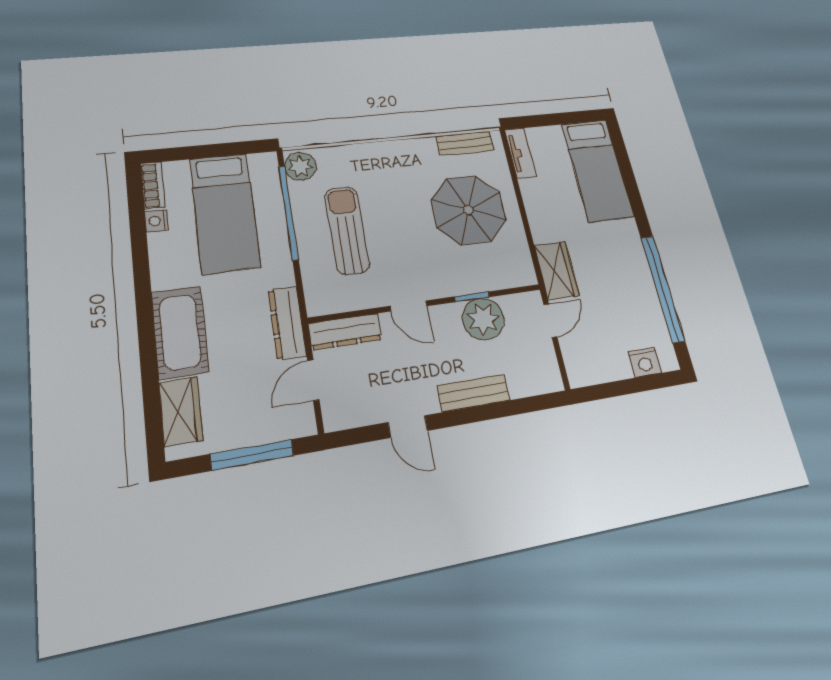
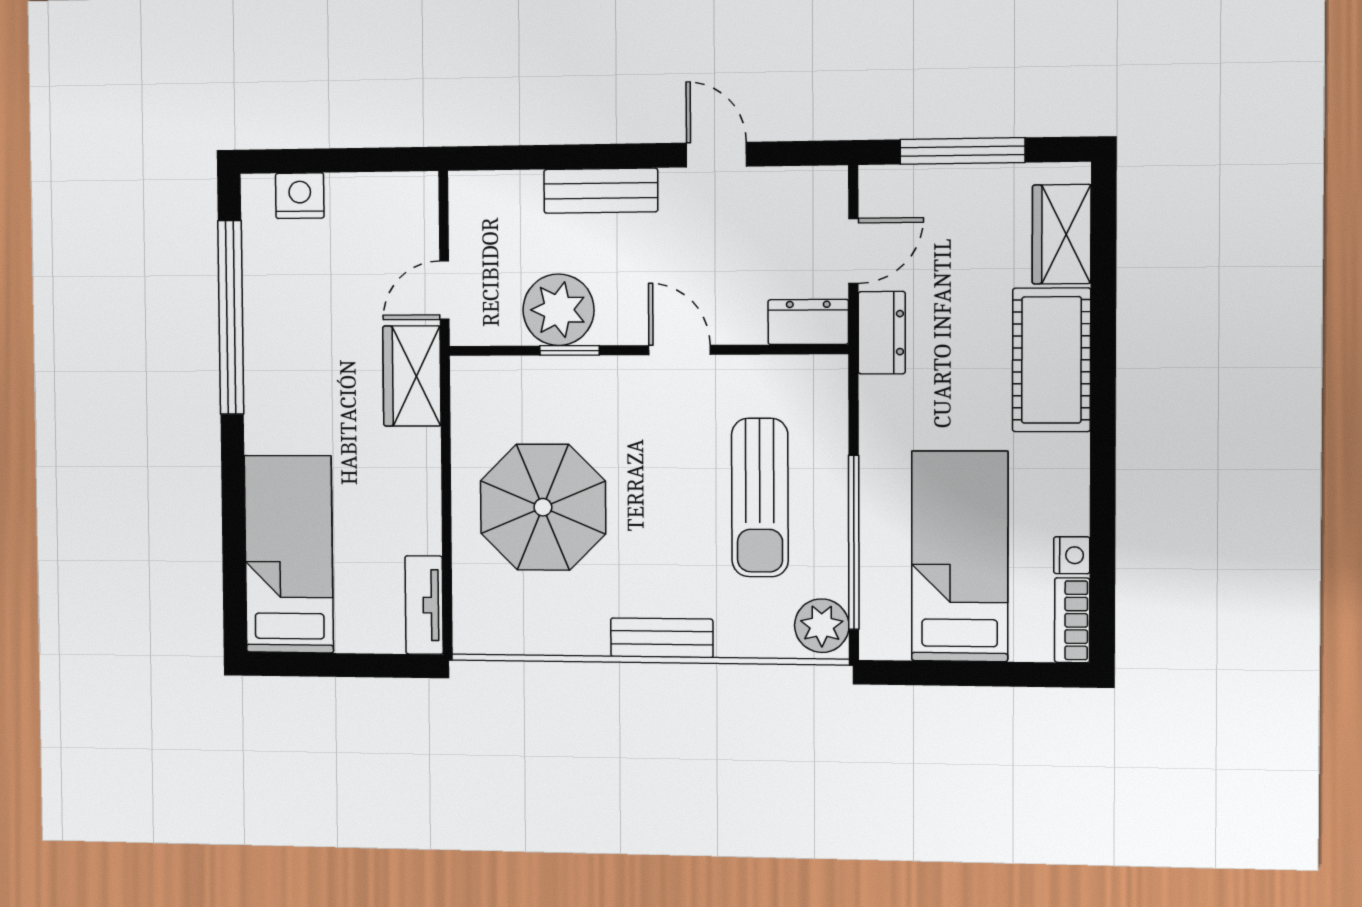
bench: (465, 143) -> (662, 638), moved
dresser: (287, 323) -> (882, 333), width x0.70
dresser: (345, 332) -> (808, 322), width x0.70

